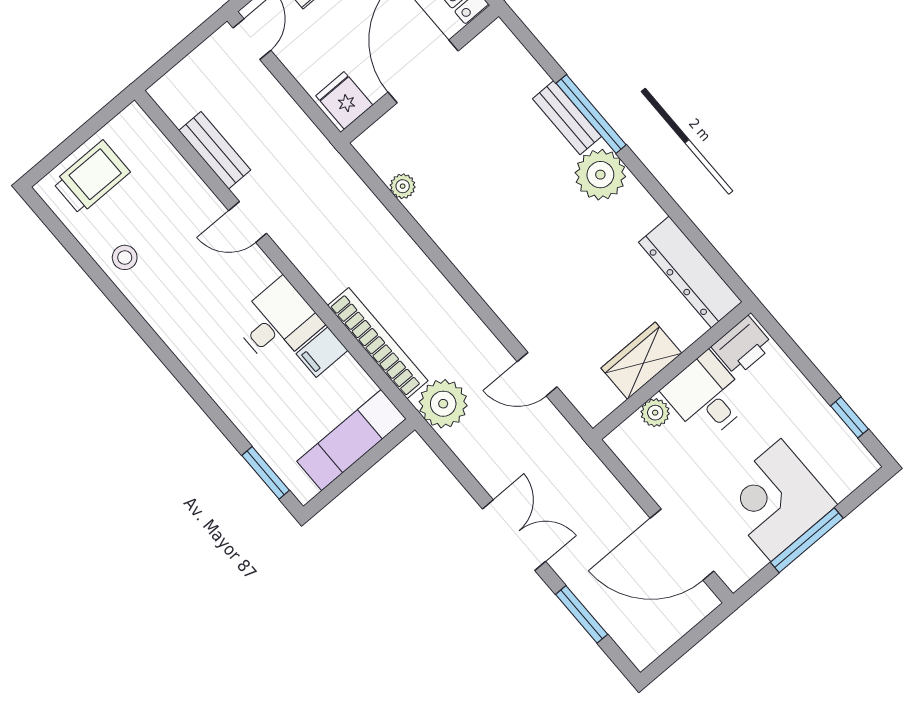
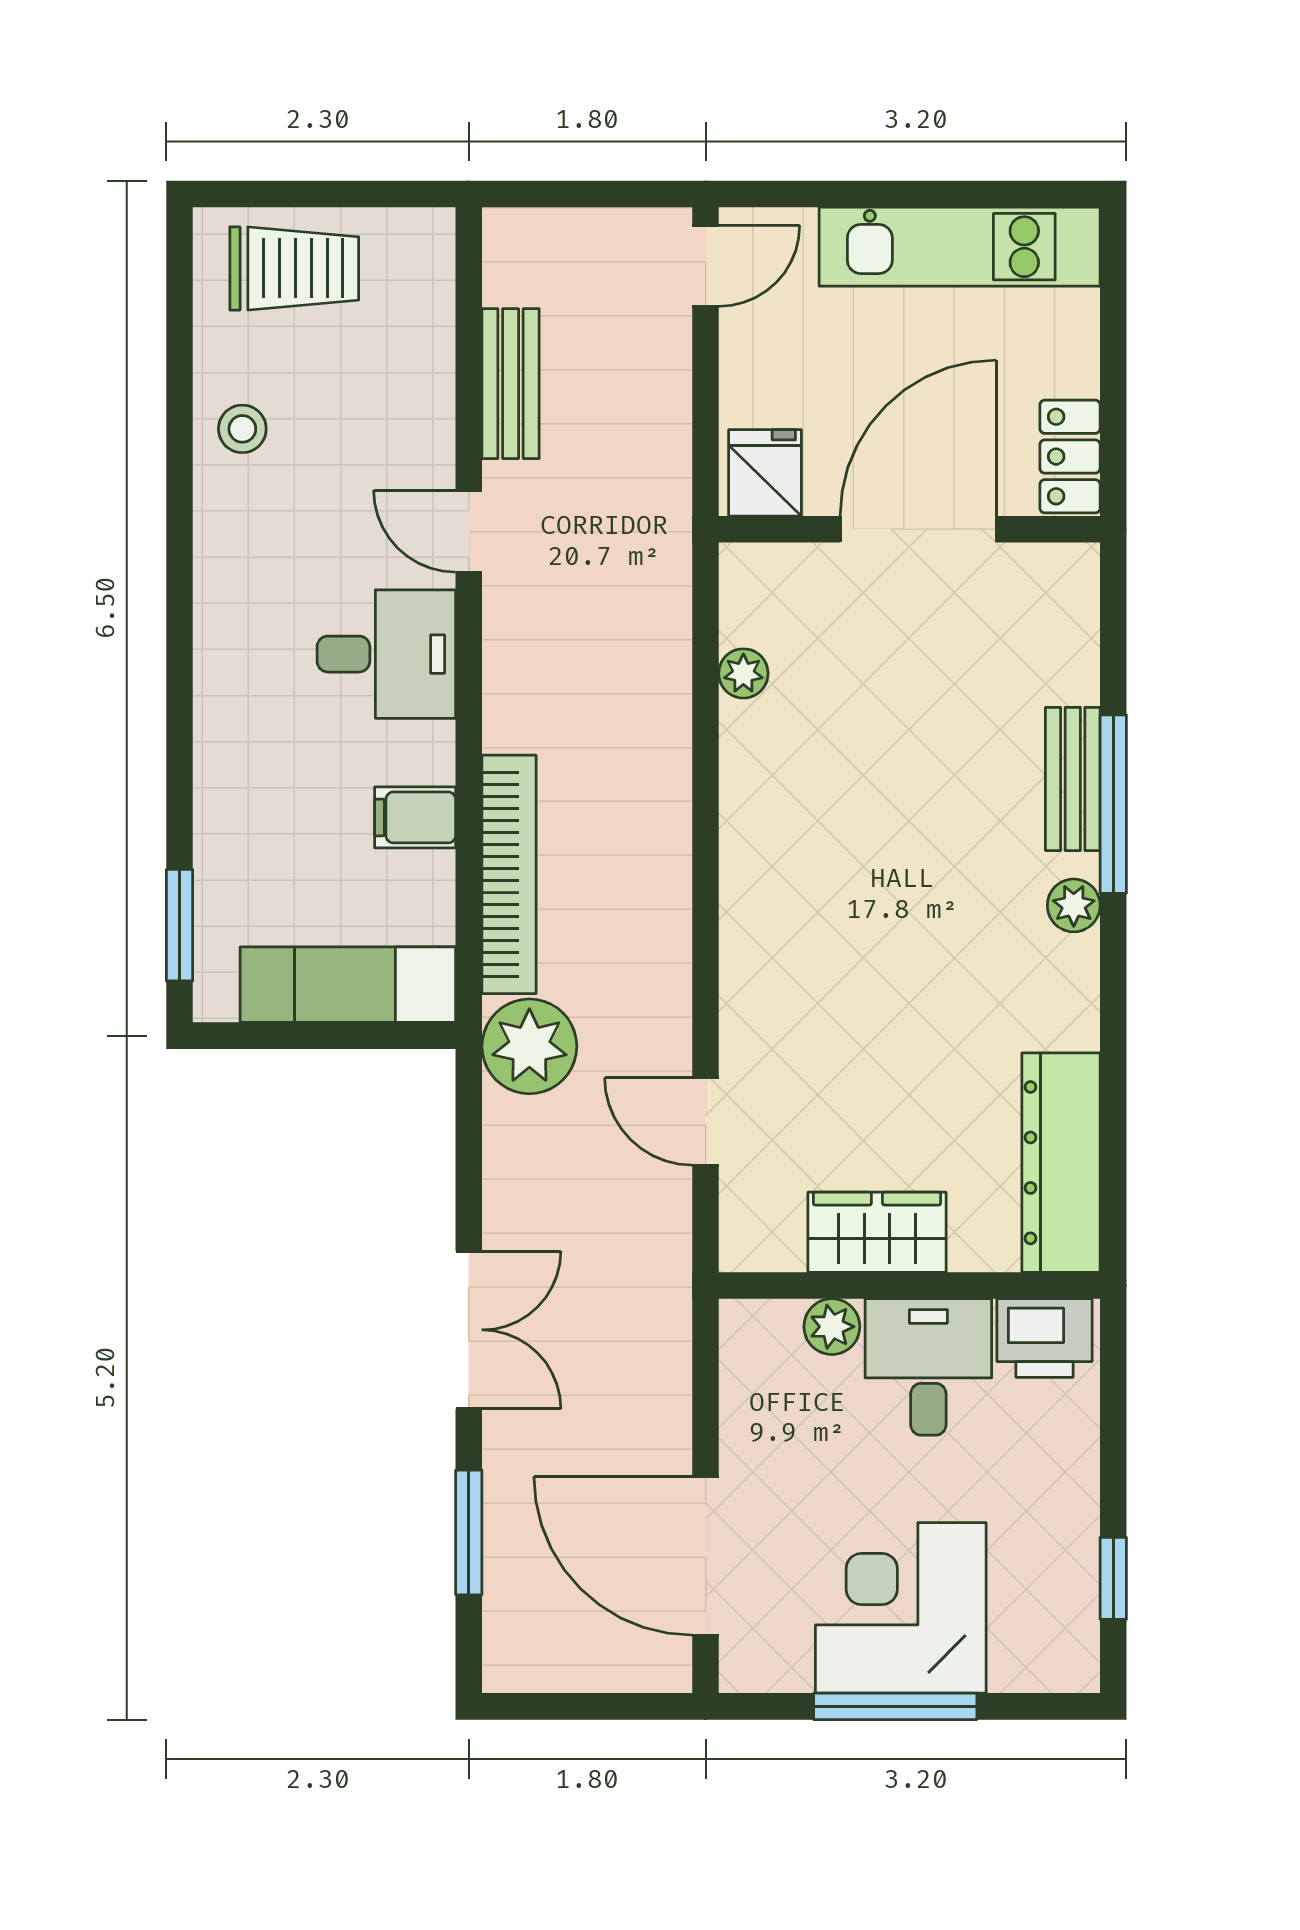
plant: (600, 175) -> (1074, 905), width x0.53, depth x0.53
desk: (277, 323) -> (386, 654), moved

